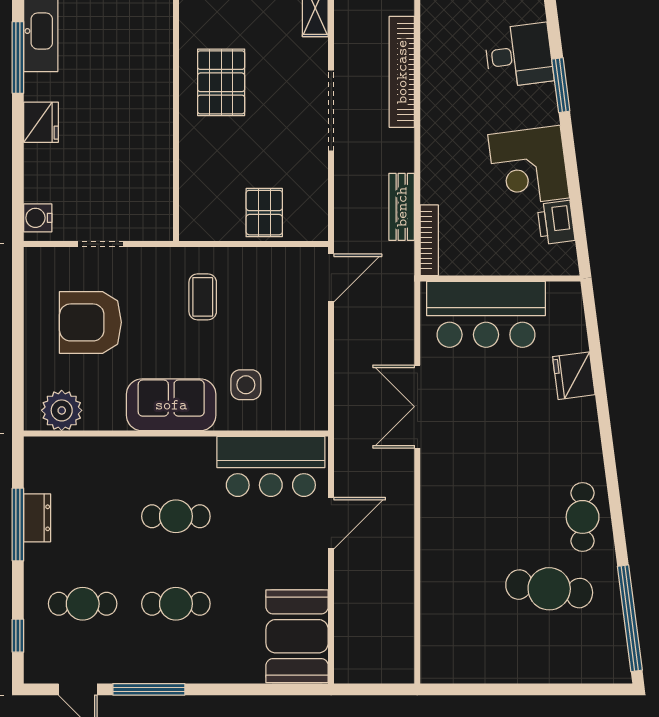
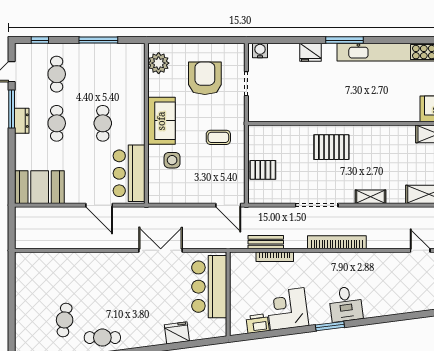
bookcase: (429, 240) -> (275, 257), moved
dresser: (37, 518) -> (22, 121), moved, turned -90
cafe table: (549, 589) -> (65, 320), width x0.73, depth x0.74

